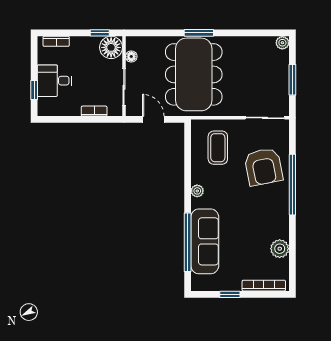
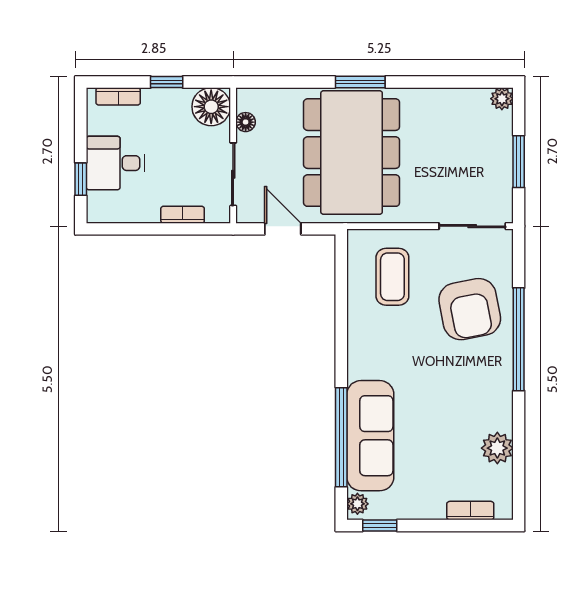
window: (100, 33) -> (167, 82), moved
plant: (197, 191) -> (357, 504), moved
bookcase: (264, 286) -> (470, 511), width x0.64
window: (230, 294) -> (380, 525), moved

